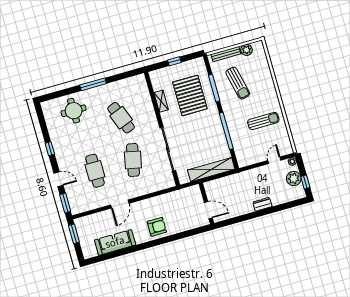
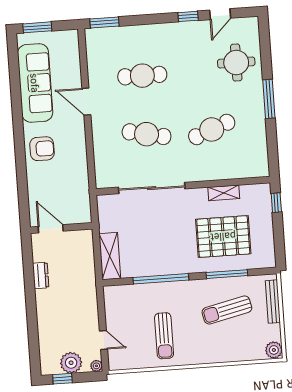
plant: (247, 50) -> (274, 350), moved
window: (174, 61) -> (276, 203), moved
shelving: (211, 170) -> (110, 256), width x0.68
door: (58, 179) -> (220, 14), moved
dresser: (262, 204) -> (41, 275), moved
door: (208, 210) -> (51, 229), swing flipped
armchair: (157, 227) -> (42, 149), turned -90
window: (74, 234) -> (37, 27), moved
sofa: (115, 242) -> (35, 83), width x1.36, depth x1.27

